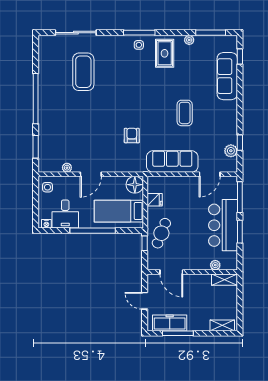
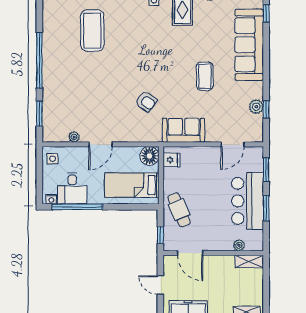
sofa: (227, 76) -> (249, 45), width x1.36, depth x1.27
armchair: (132, 136) -> (146, 101), turned 126
plant: (231, 151) -> (256, 107), moved
sofa: (172, 162) -> (184, 130), width x0.73
window: (240, 197) -> (266, 170), width x0.69
fridge: (155, 200) -> (171, 160), moved
window: (93, 231) -> (77, 207), moved
cafe table: (161, 233) -> (179, 210), turned -44
window: (145, 243) -> (160, 235), moved

